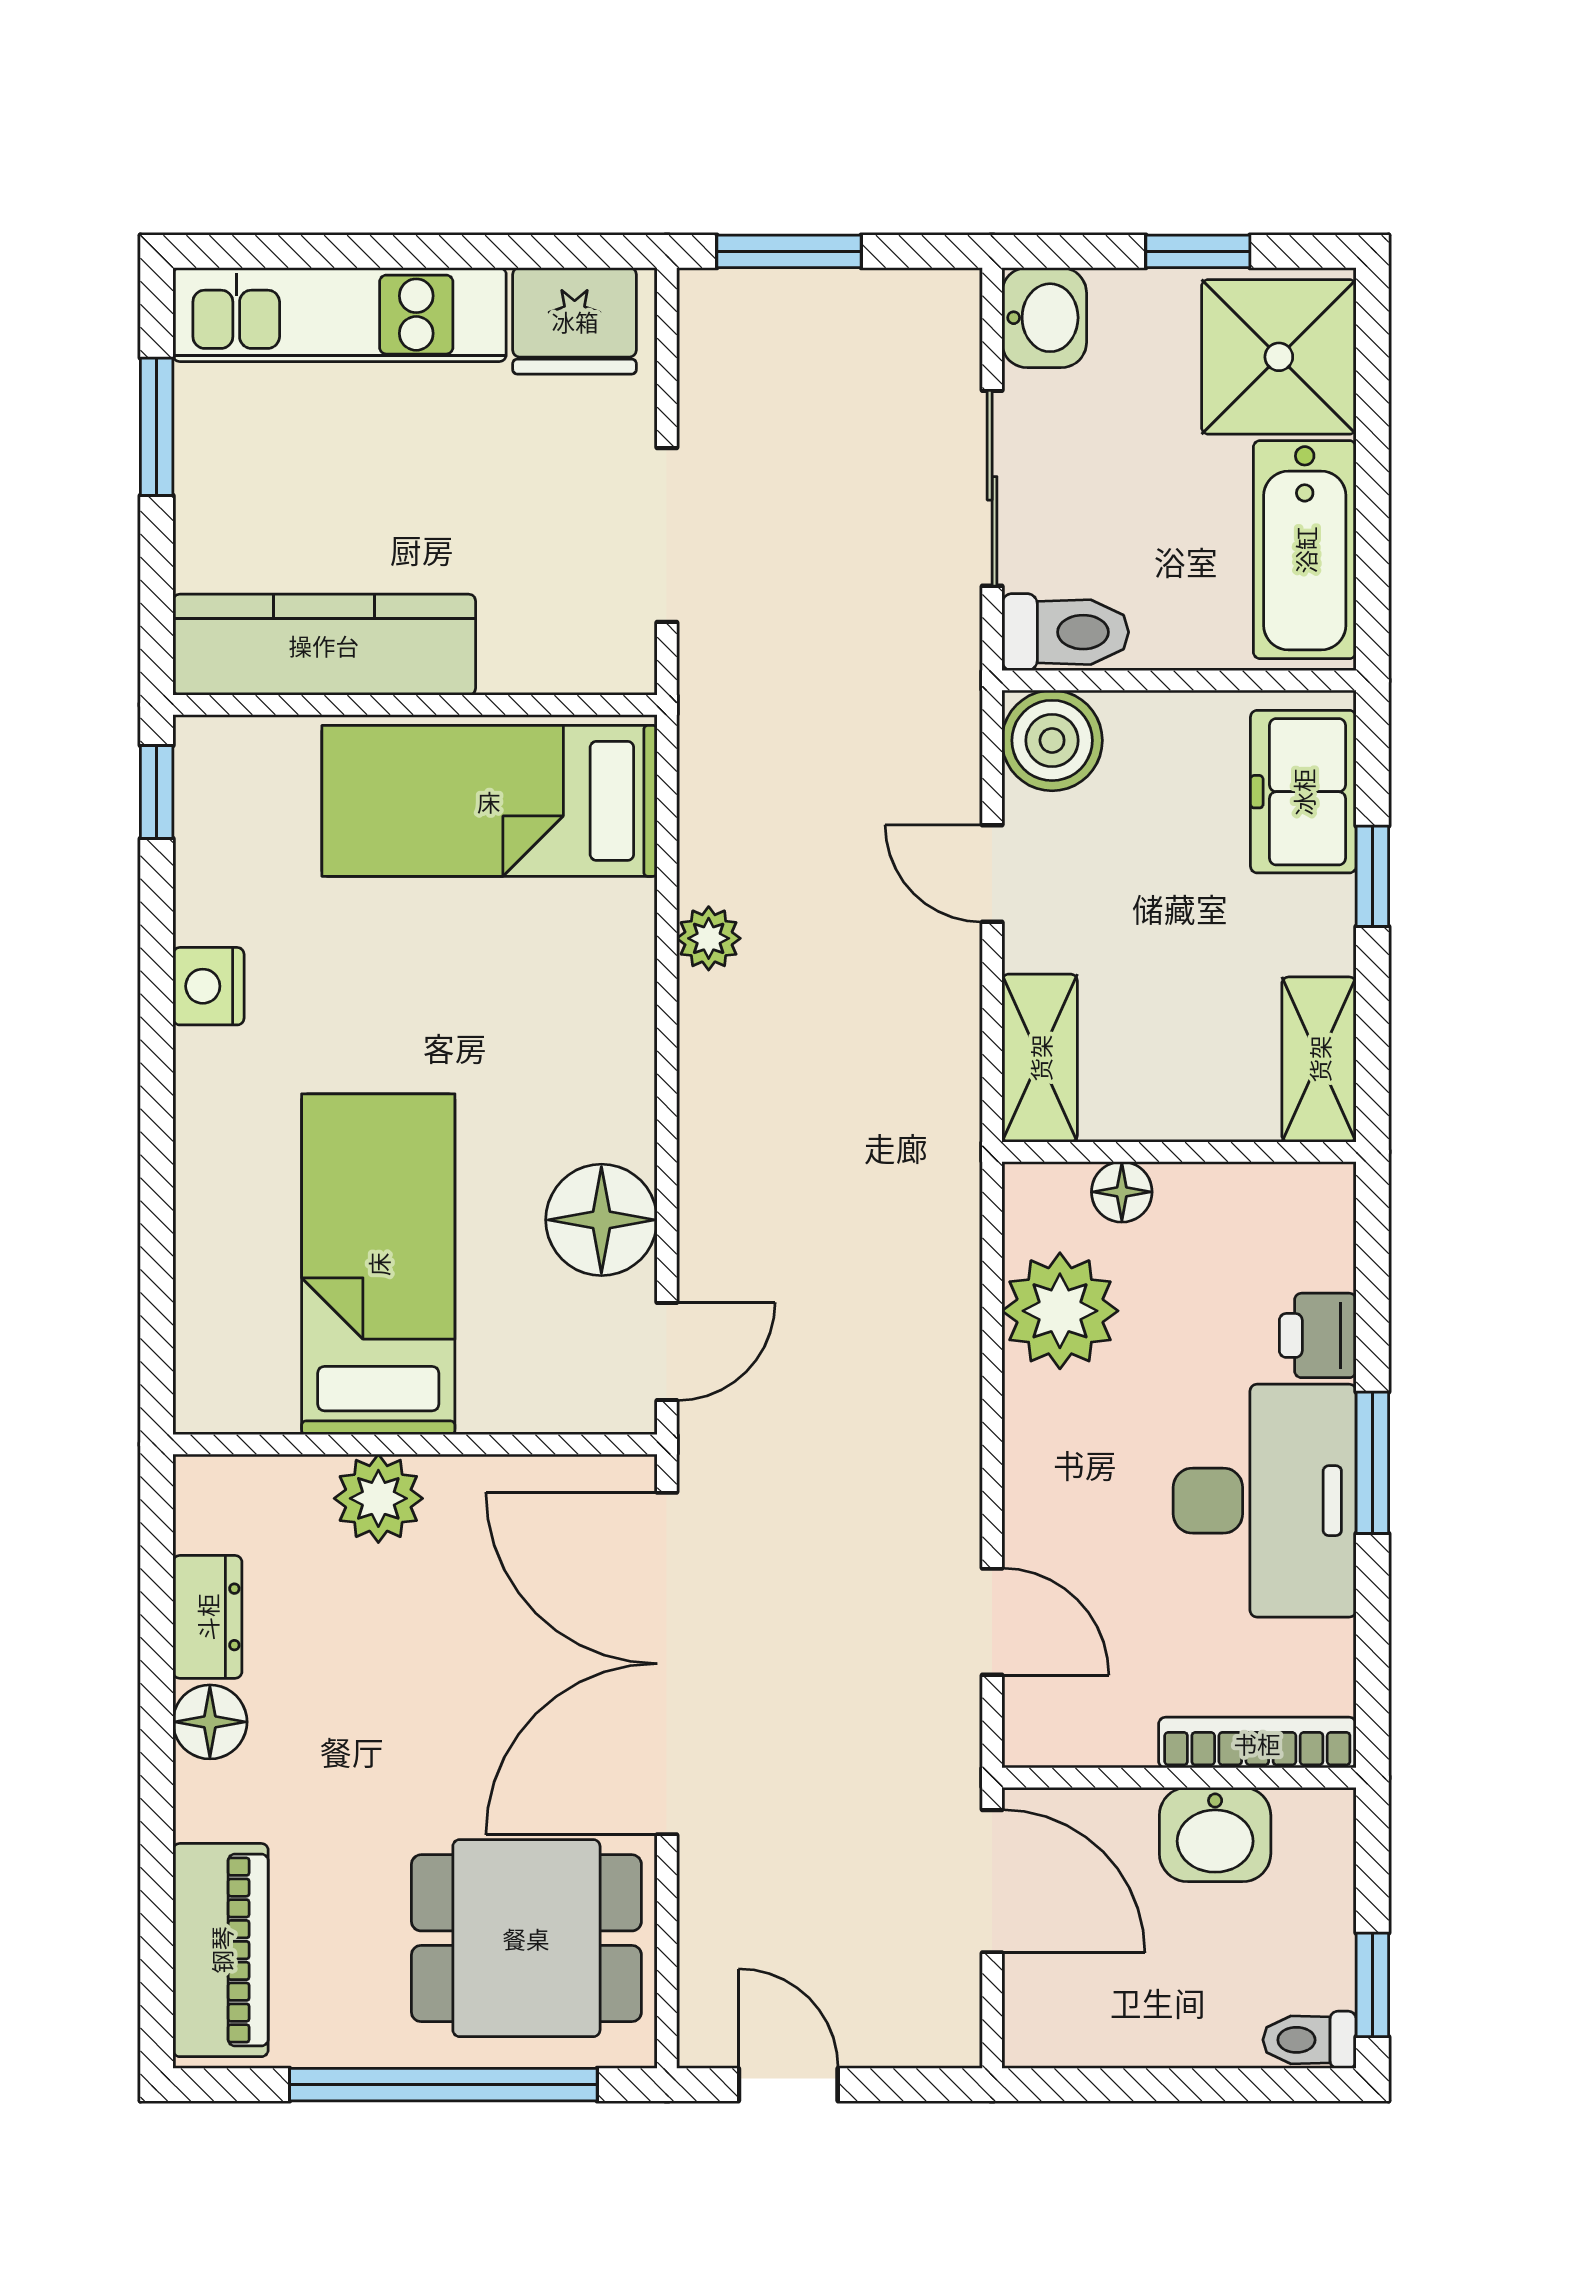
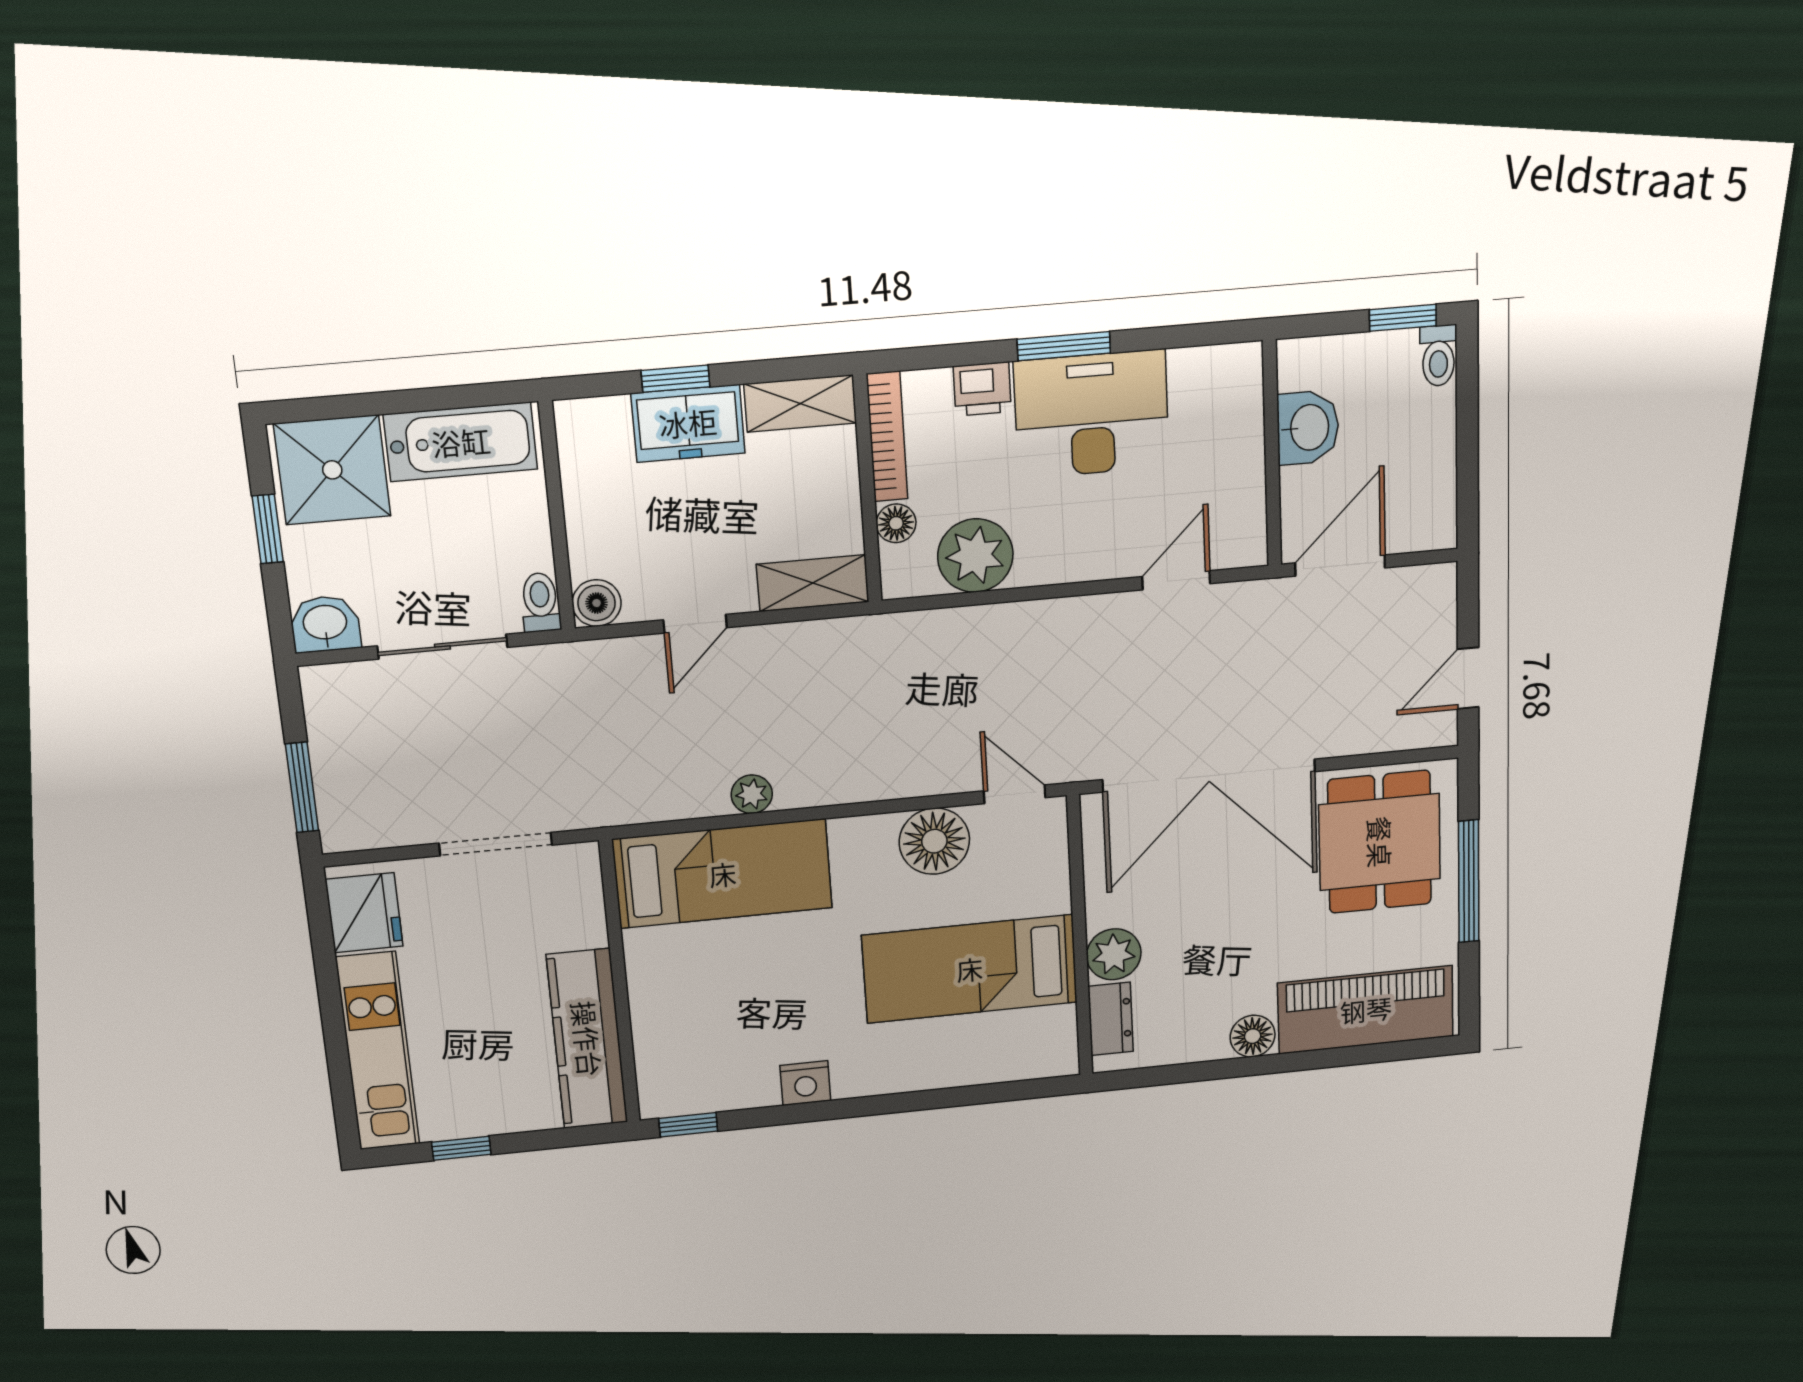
window: (157, 427) -> (461, 1148), width x0.67
toilet: (1065, 632) -> (540, 602), width x0.73, depth x0.72
boiler: (1052, 740) -> (597, 603), width x0.73, depth x0.73
freezer: (1303, 792) -> (688, 423), moved
bed: (489, 801) -> (723, 874), moved, turned -90
dresser: (207, 1617) -> (1111, 1019), moved, turned 90
bookcase: (1257, 1743) -> (887, 436), moved, turned 180
piano: (221, 1950) -> (1366, 1010), width x1.37, depth x1.33
window: (443, 2085) -> (1469, 881), width x0.68

